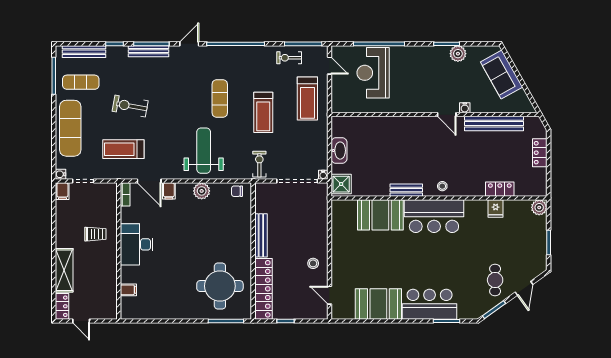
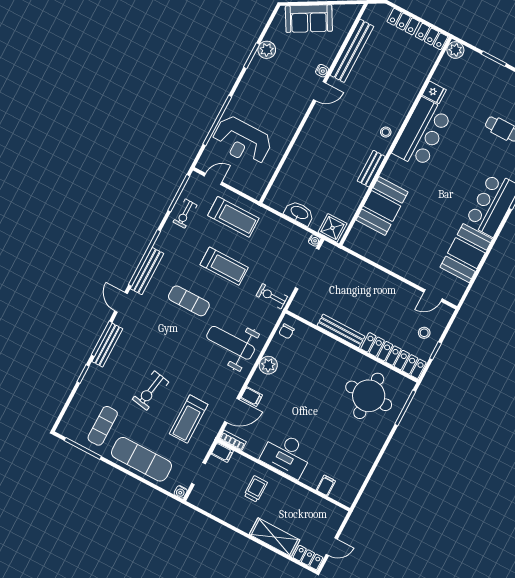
bench: (84, 52) -> (147, 271), moved
locker: (500, 189) -> (431, 37), moved, turned -90
filing cabinet: (62, 191) -> (222, 452), moved
bar counter: (434, 216) -> (422, 133), moved
stool: (313, 263) -> (424, 333), moved

